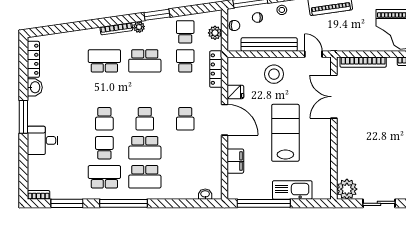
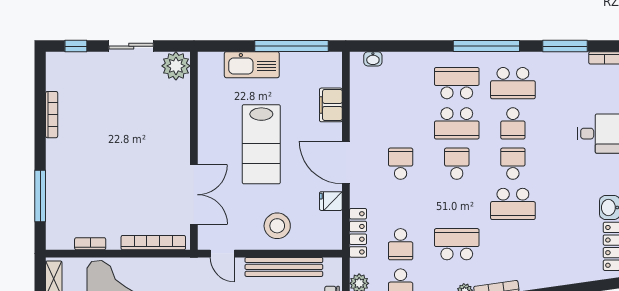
school desk: (104, 61) -> (513, 204), moved
school desk: (145, 148) -> (457, 123), turned 180

